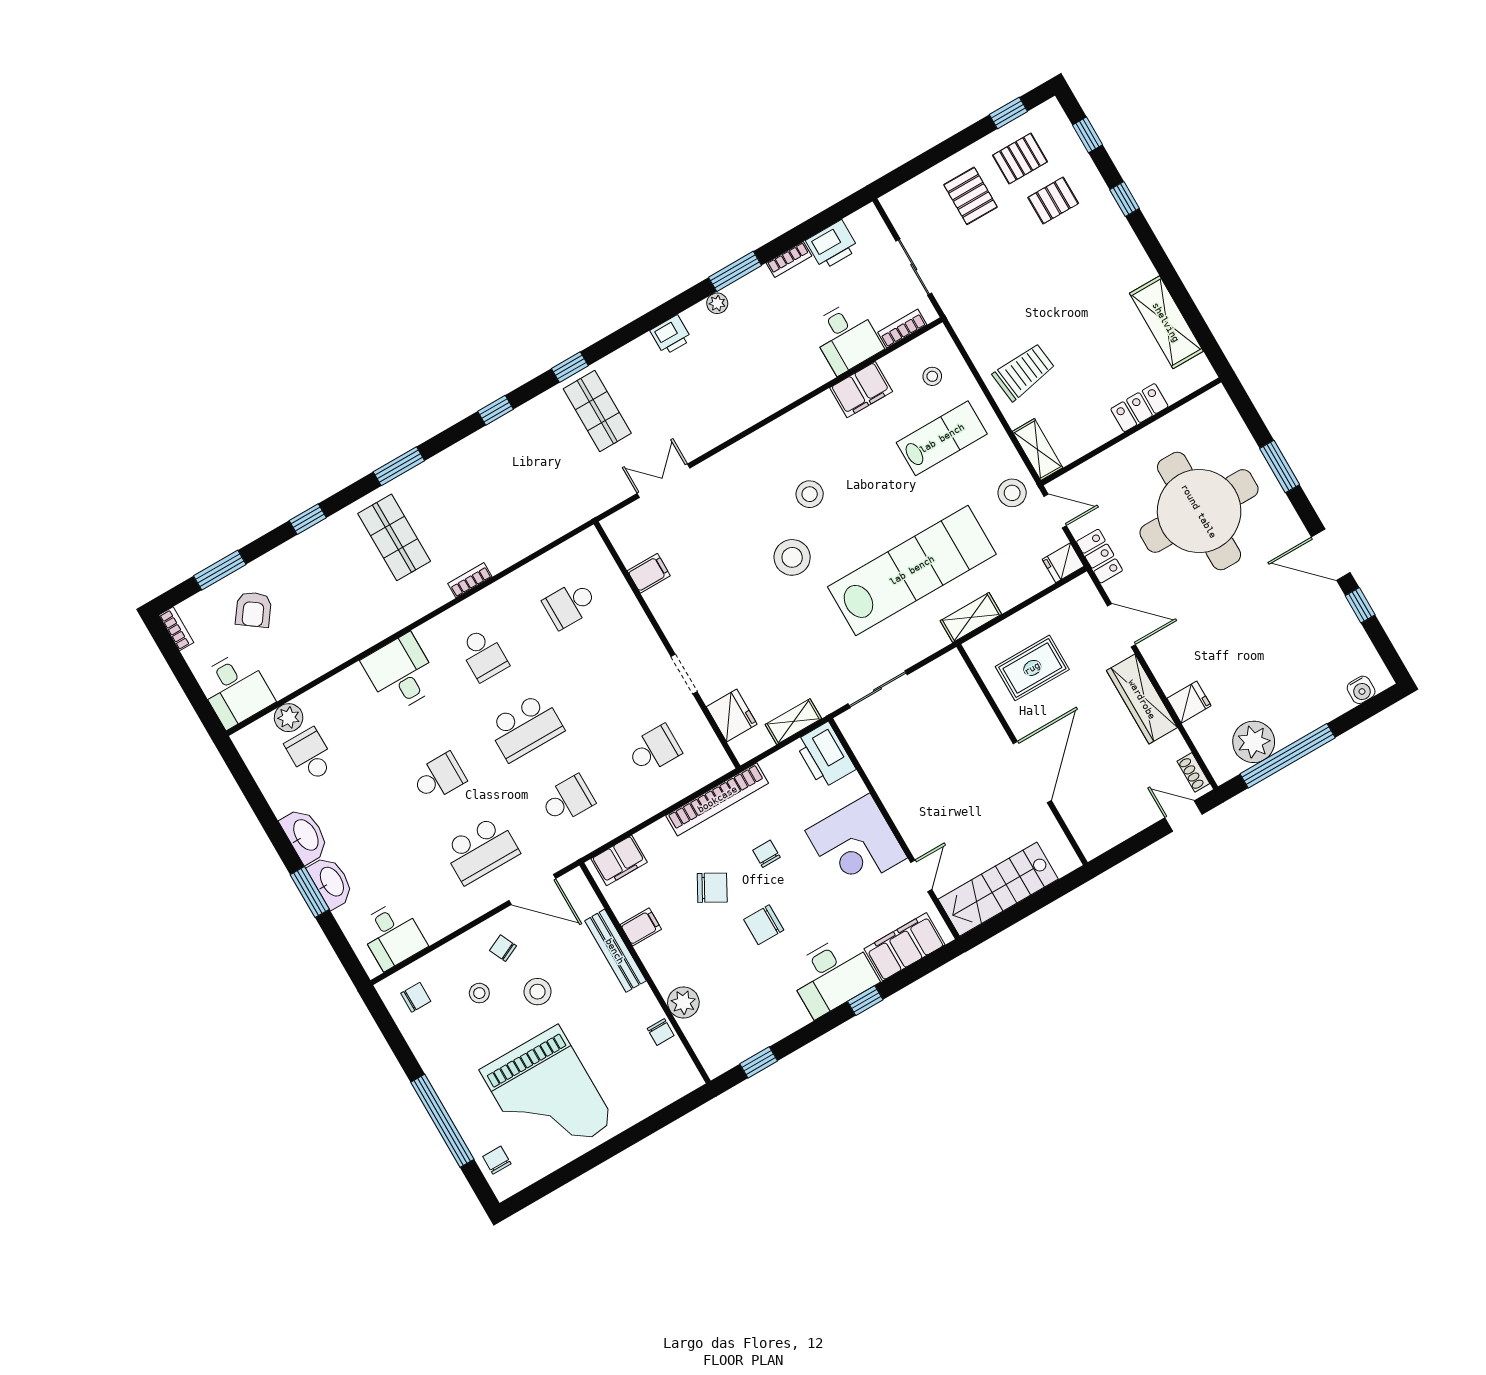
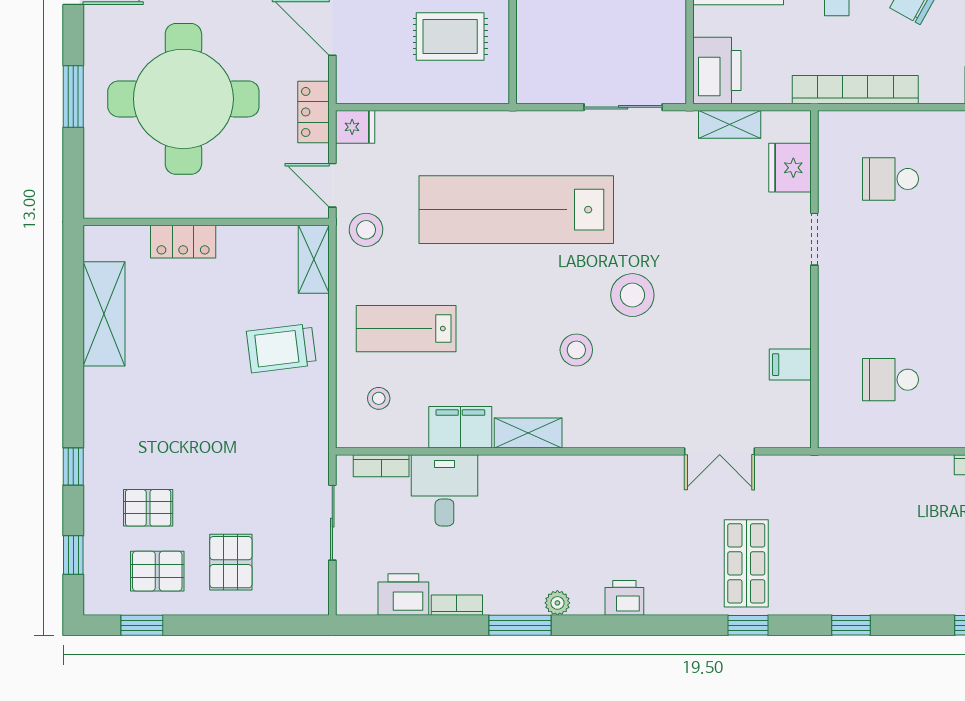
school desk: (570, 604) -> (890, 380), turned 180
shelving: (971, 617) -> (528, 433), moved

